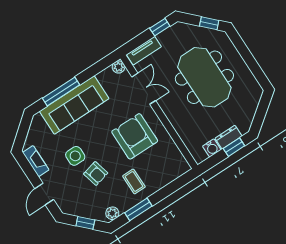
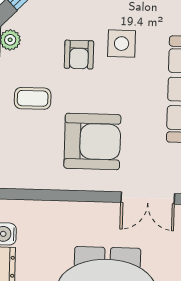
armchair: (96, 173) -> (79, 55), turned -76

